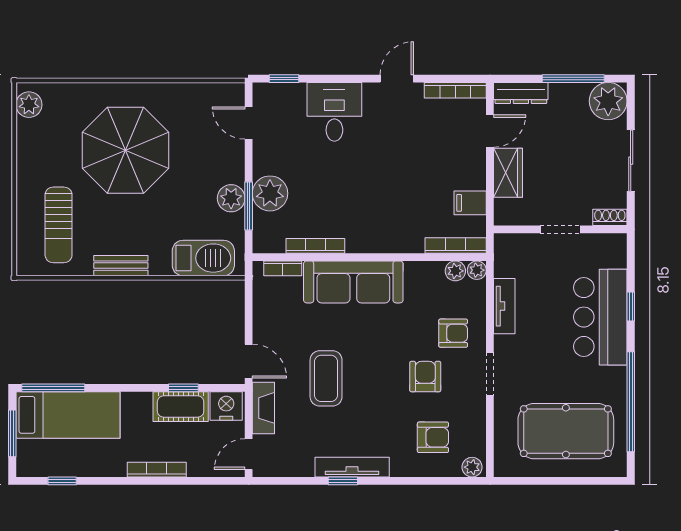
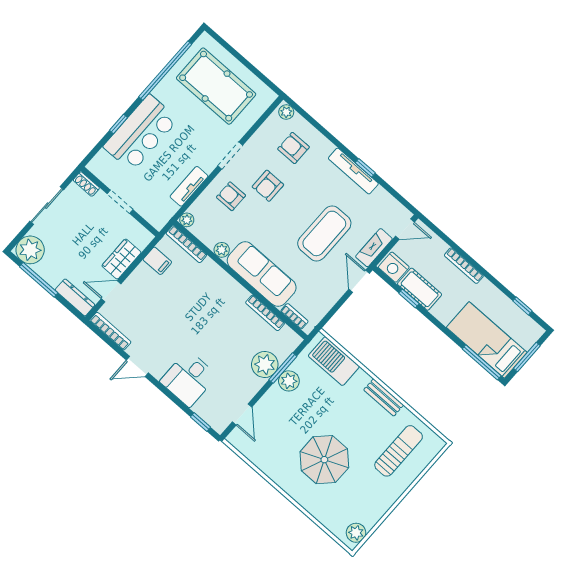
parasol: (126, 150) -> (324, 460), width x0.73, depth x0.73
plant: (455, 271) -> (222, 250), moved
coffee table: (326, 378) -> (324, 233), width x1.36, depth x1.32

